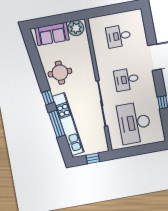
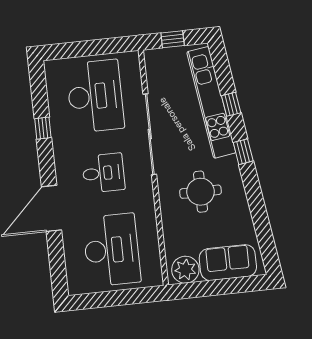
desk: (119, 36) -> (112, 250), width x1.87, depth x1.30
round table: (60, 73) -> (201, 192), moved
window: (57, 124) -> (231, 104), width x0.46

